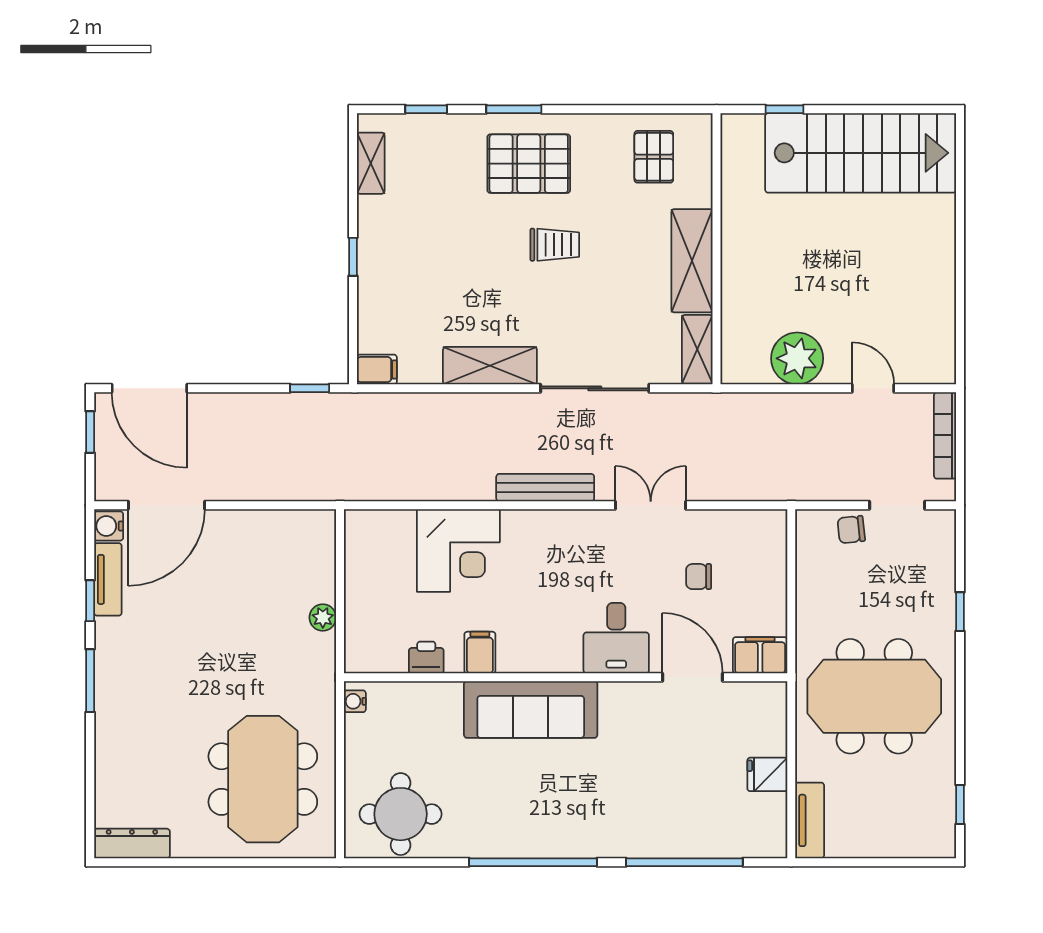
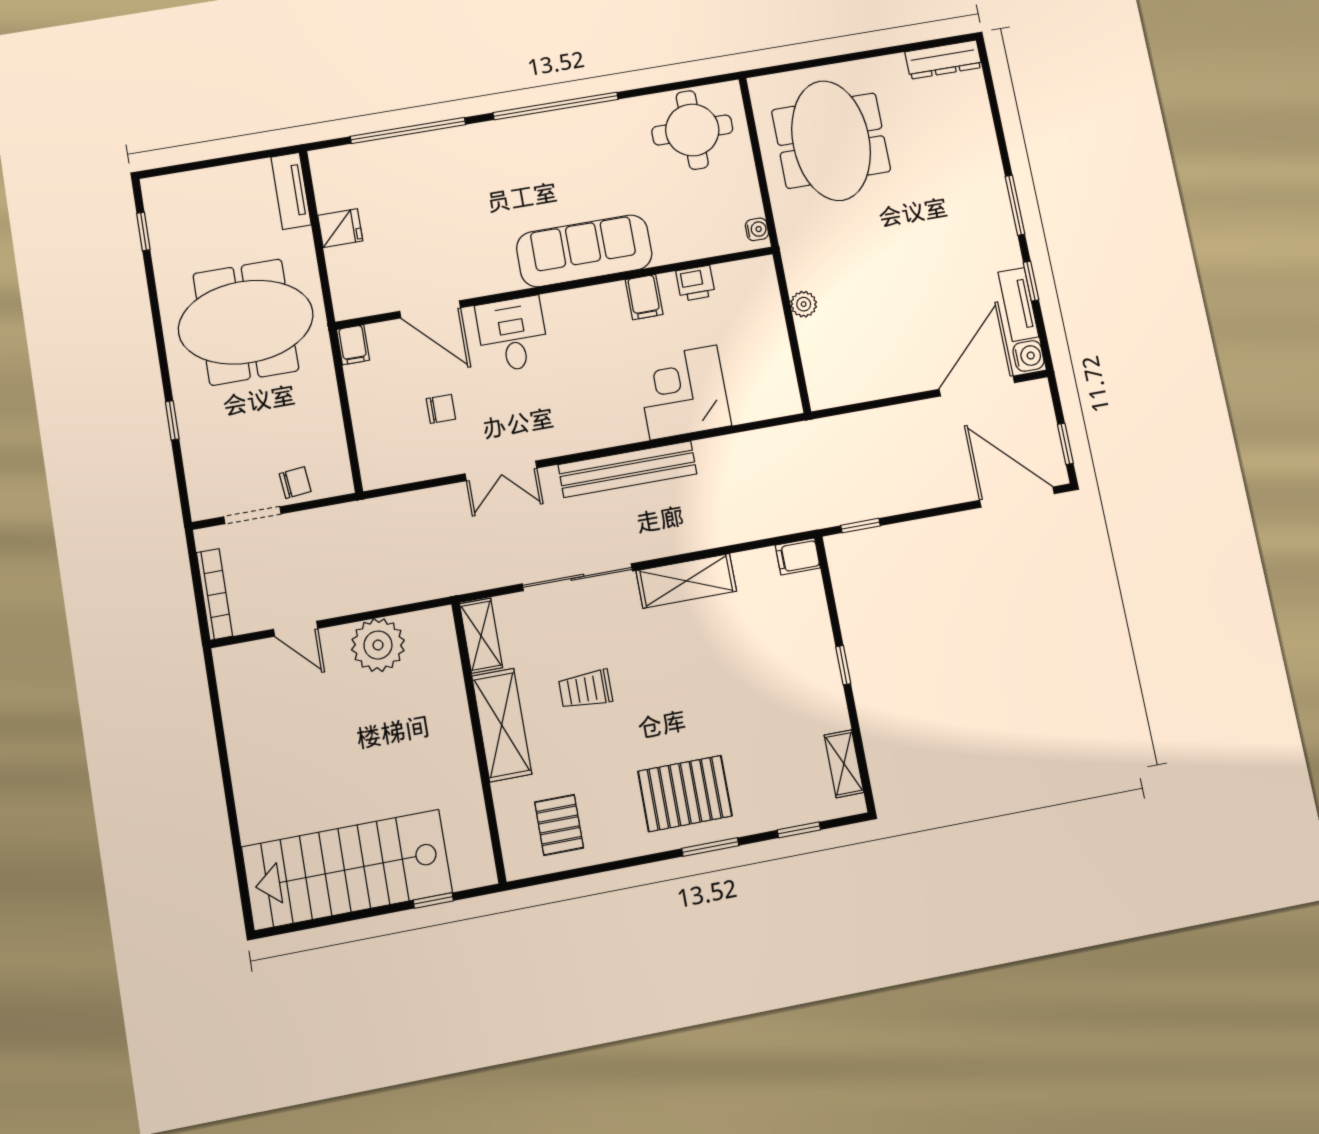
trolley: (555, 245) -> (586, 689), moved
bench: (545, 488) -> (627, 469), width x1.37, depth x1.21
filing cabinet: (760, 655) -> (353, 345), width x0.50

